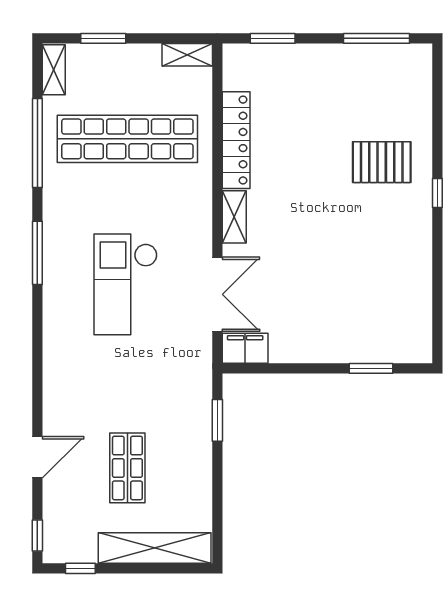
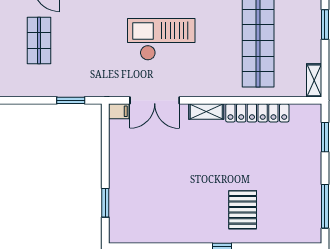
filing cabinet: (245, 348) -> (119, 111), width x0.50
shop shelf: (127, 468) -> (39, 41), turned 90

